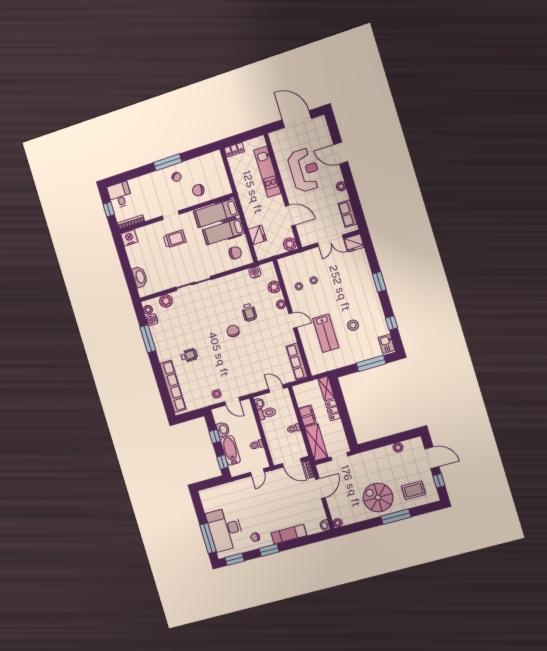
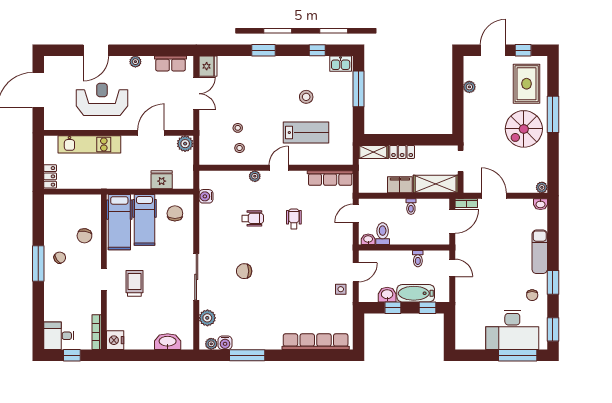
plant: (274, 287) -> (231, 178), removed
chair: (233, 331) -> (244, 271), moved
wheelchair: (189, 355) -> (294, 219), moved
rug: (414, 490) -> (527, 84), width x1.36, depth x1.43

